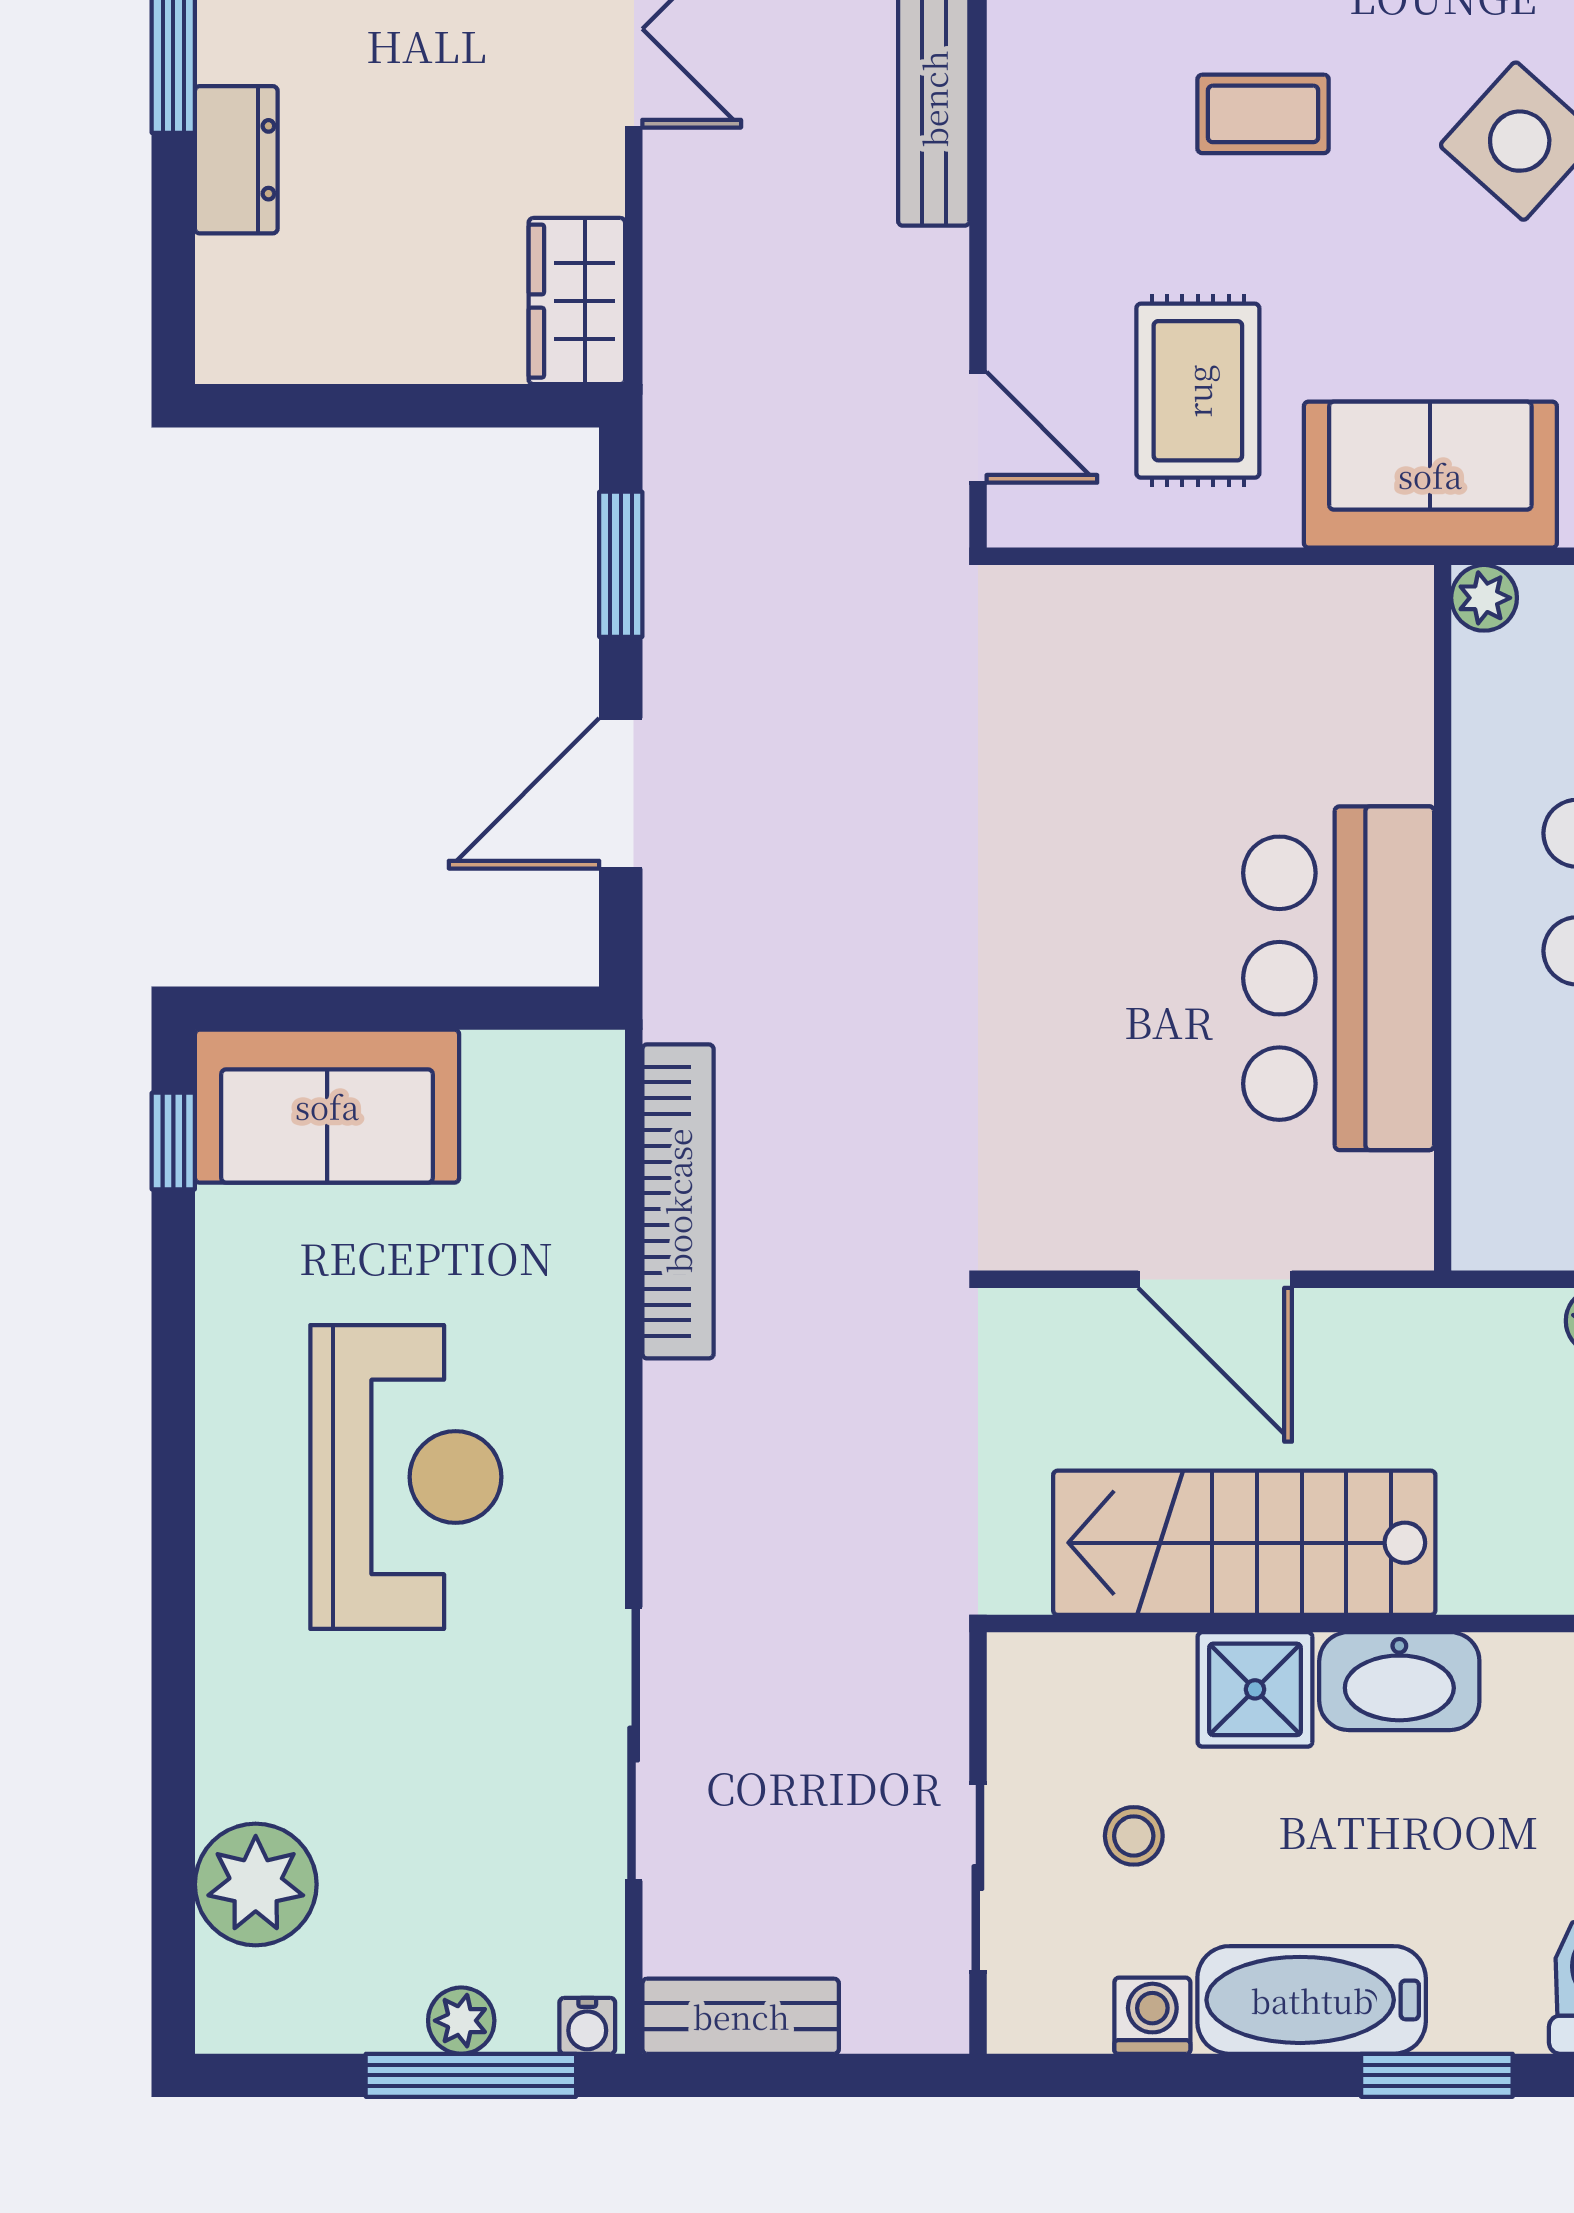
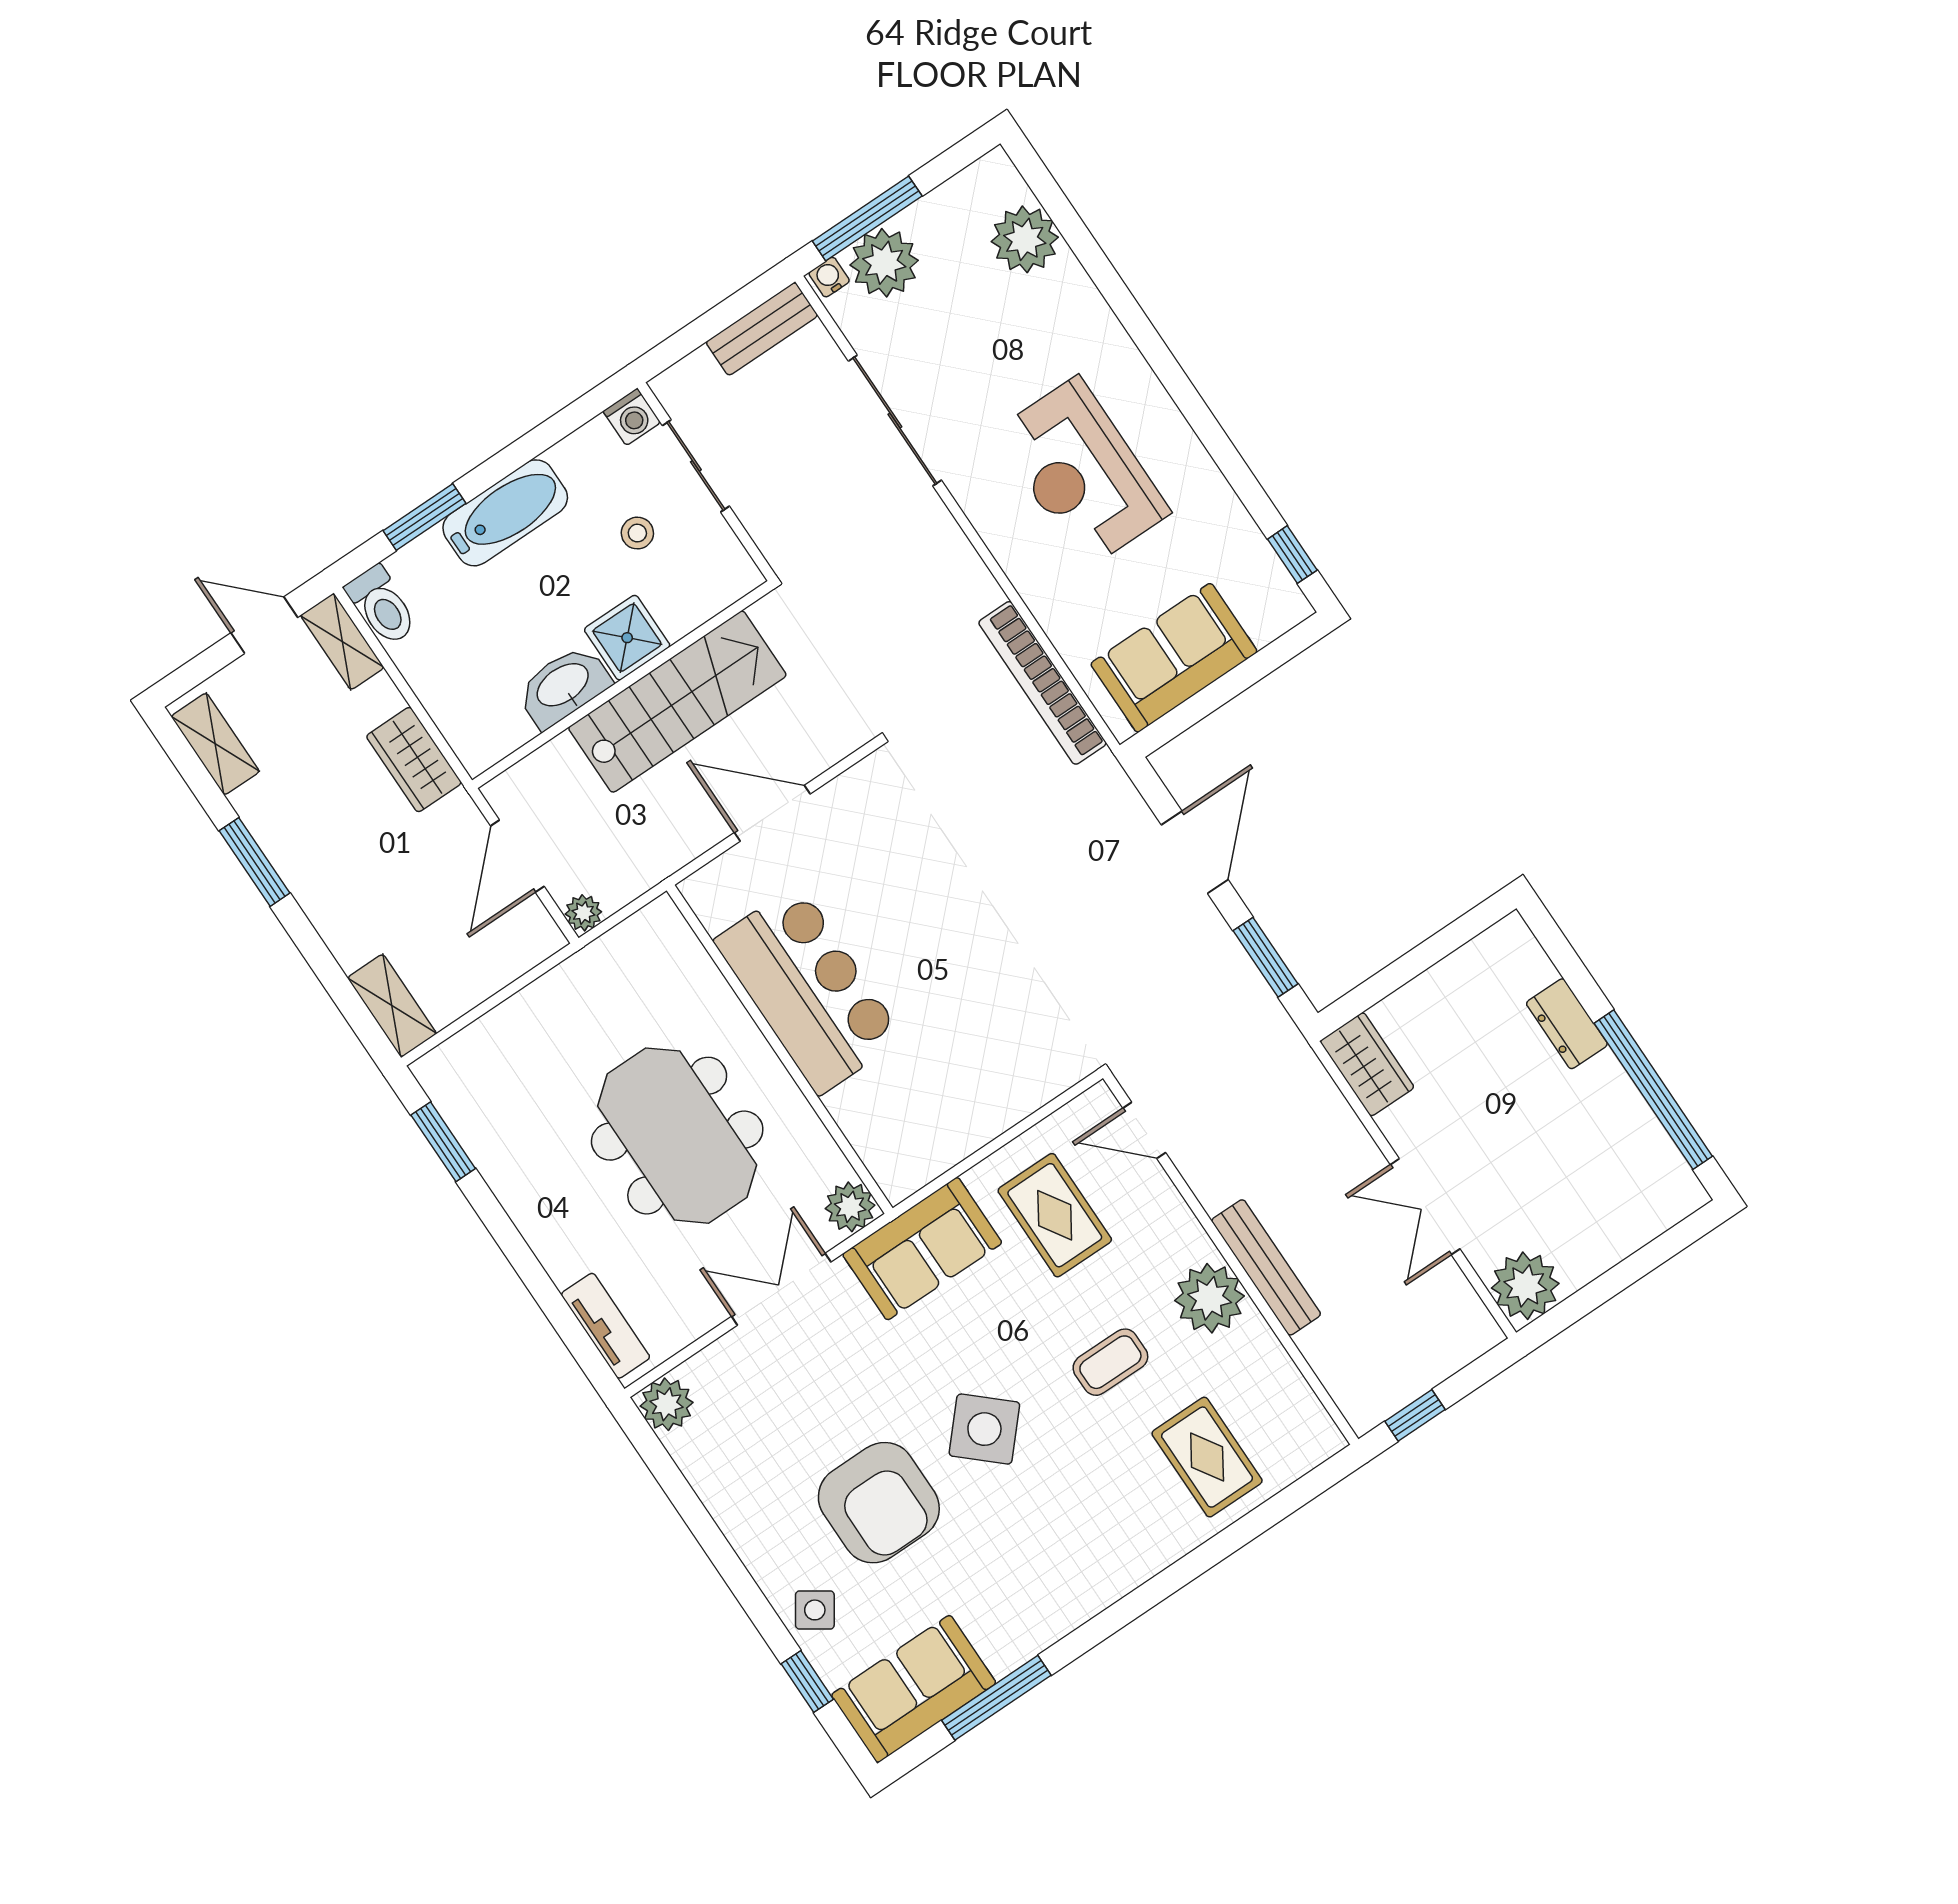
plant: (1050, 109) -> (1210, 1298), added
plant: (1484, 598) -> (850, 1207), width x1.38, depth x1.38
sofa: (327, 1106) -> (1174, 658), moved
washing machine: (1152, 2016) -> (632, 417), moved
plant: (461, 2021) -> (884, 263), width x1.87, depth x1.87

